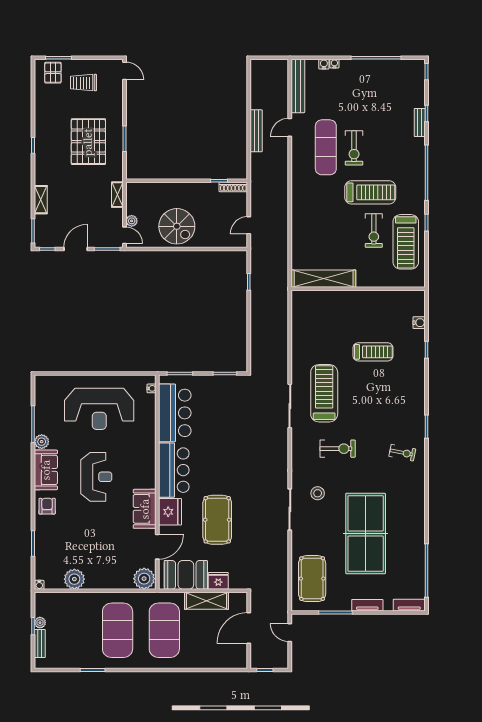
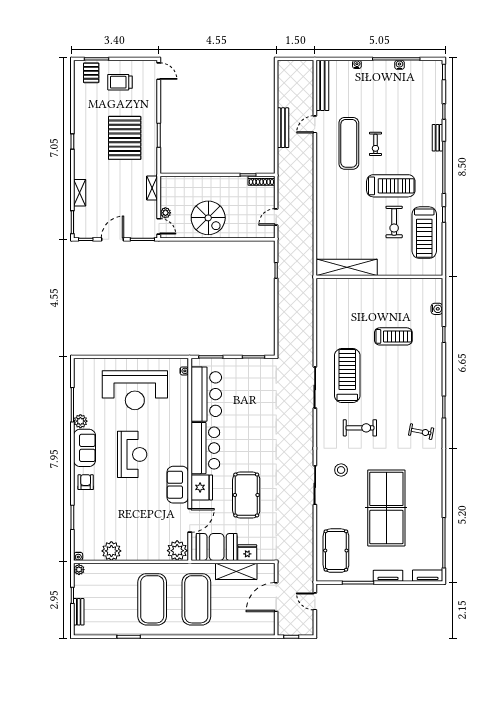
water cooler: (324, 64) -> (399, 65), moved
bench: (420, 122) -> (437, 138), moved
exercise bike: (354, 148) -> (375, 144), width x0.73, depth x0.72
plant: (40, 623) -> (79, 570), moved

